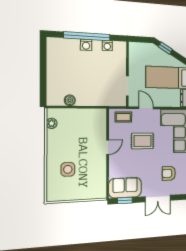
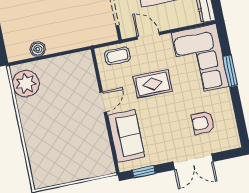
plant: (52, 123) -> (26, 84), width x1.87, depth x1.87
side table: (68, 169) -> (54, 142), removed
sofa: (125, 188) -> (126, 136), moved, turned 90

